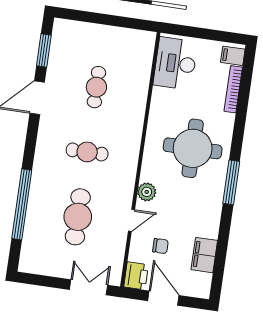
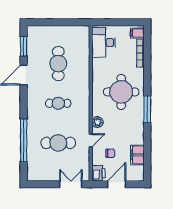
cafe table: (96, 87) -> (58, 64), width x1.37, depth x1.35
cafe table: (78, 217) -> (58, 143), turned 90
door: (163, 298) -> (117, 184), hinge flipped

